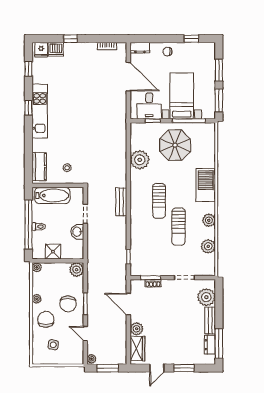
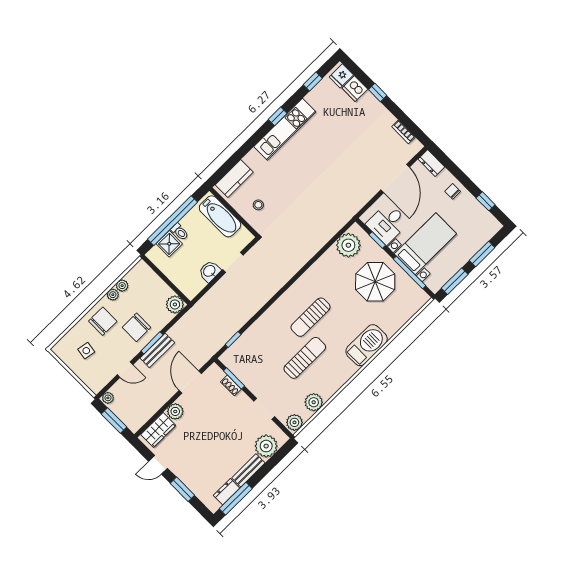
plant: (140, 160) -> (348, 245), moved
bench: (121, 202) -> (157, 350), moved
plant: (209, 220) -> (294, 422), moved
sun lounger: (178, 227) -> (305, 358), turned 180
shower: (53, 252) -> (169, 244), moved
plant: (37, 267) -> (122, 286), moved
door: (85, 334) -> (125, 370), swing flipped

